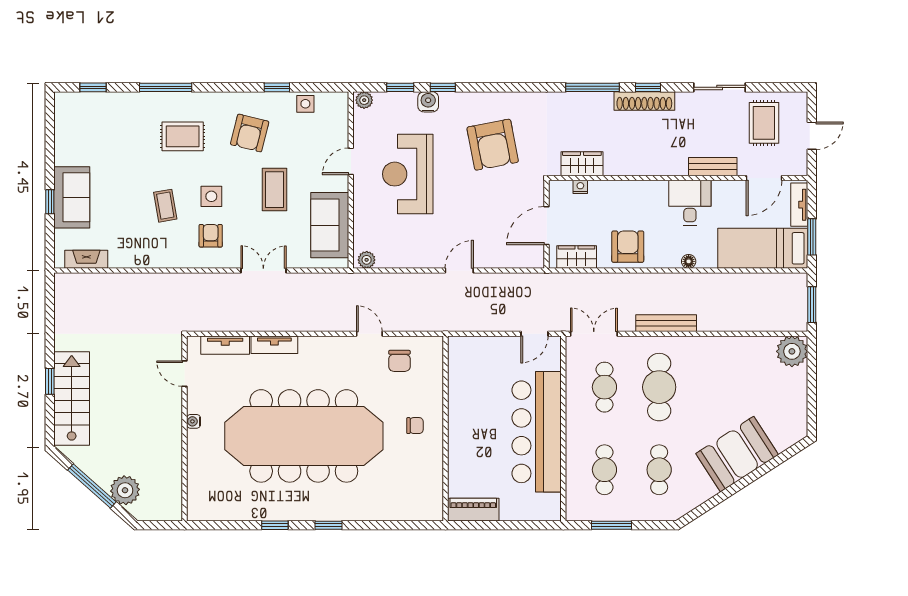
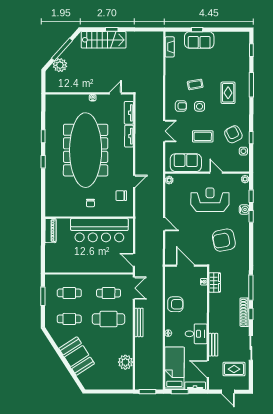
armchair: (250, 133) -> (233, 134), moved, turned 49
wardrobe: (577, 257) -> (170, 280), removed
plant: (792, 351) -> (125, 362), moved
bar counter: (537, 432) -> (99, 230), moved, turned 180

